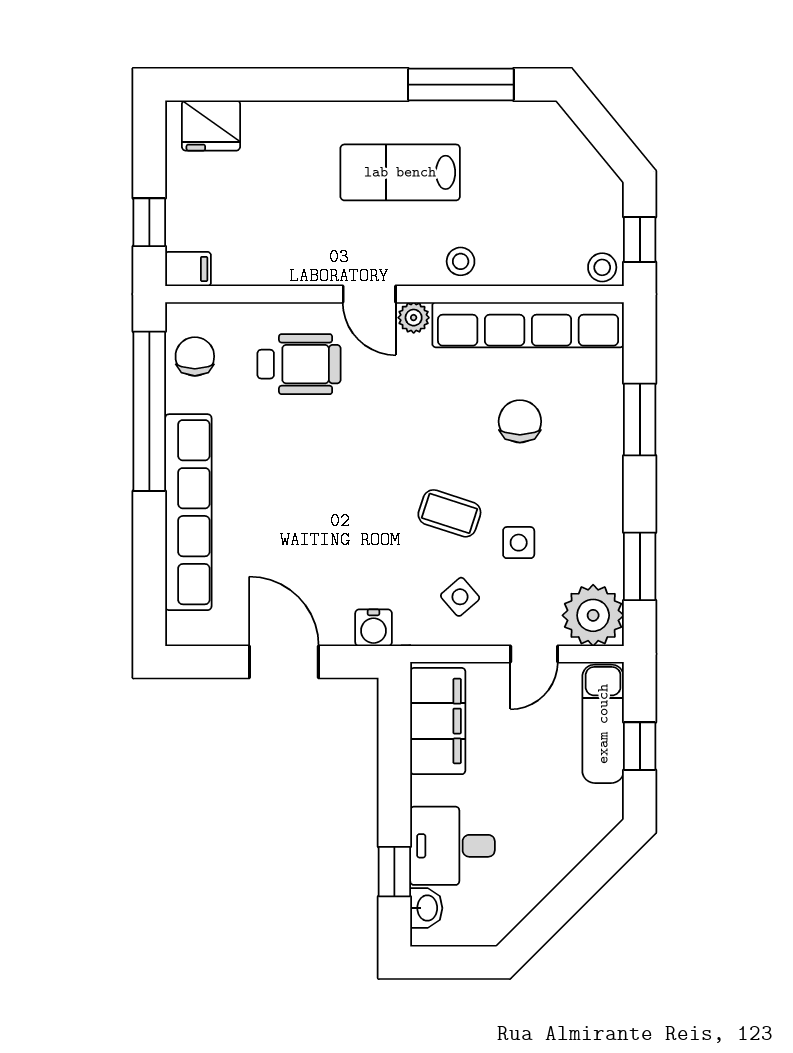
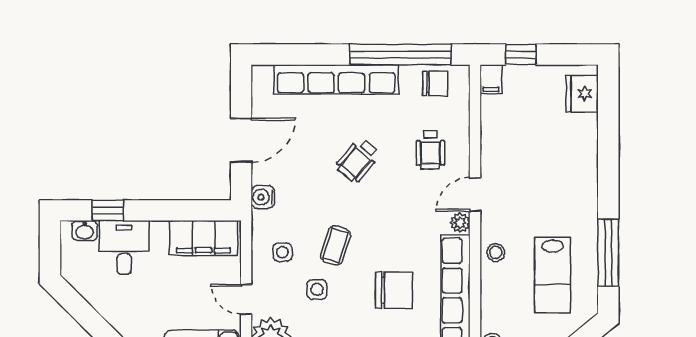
lab bench: (400, 172) -> (553, 275), moved, turned 180
wheelchair: (299, 364) -> (430, 150), width x0.73, depth x0.73
chair: (520, 421) -> (394, 290), width x1.37, depth x1.37
wheelchair: (316, 478) -> (358, 160), added
side table: (460, 597) -> (282, 252), turned 37

